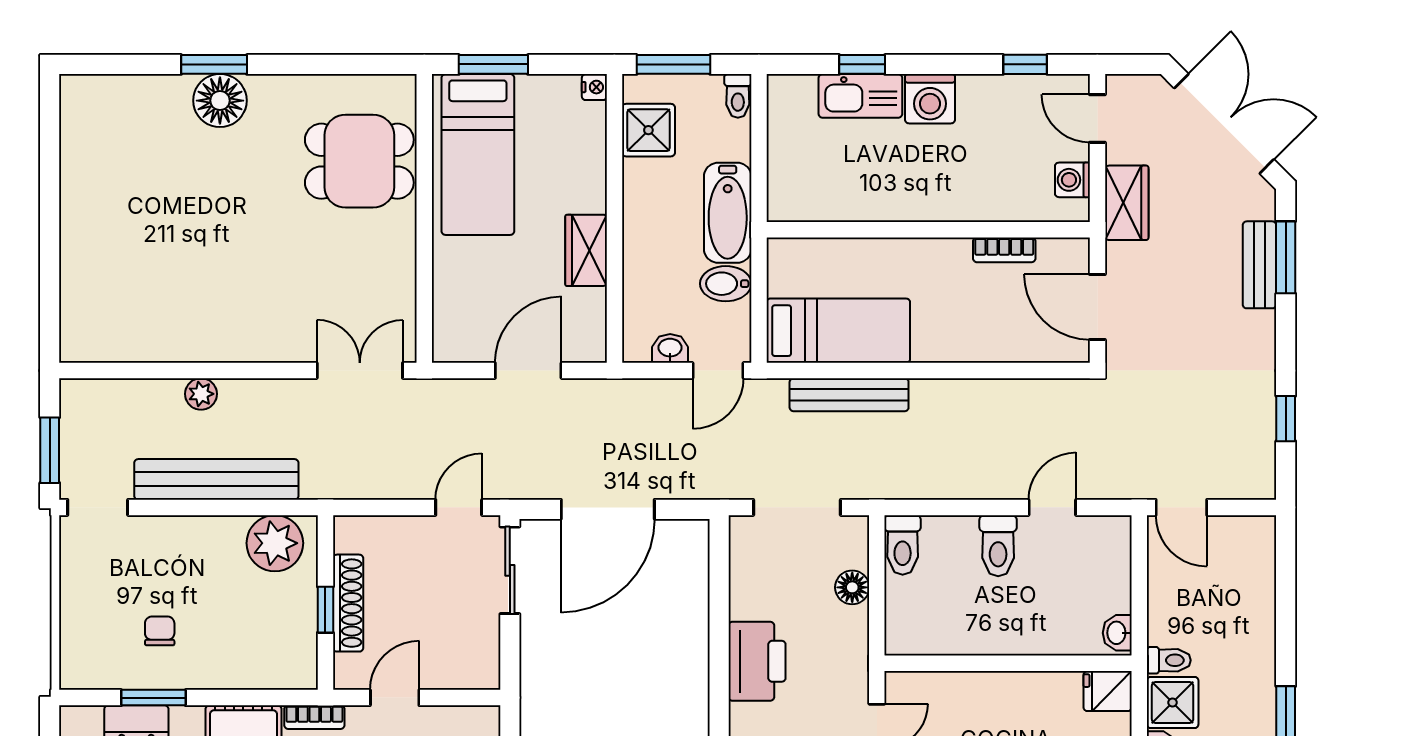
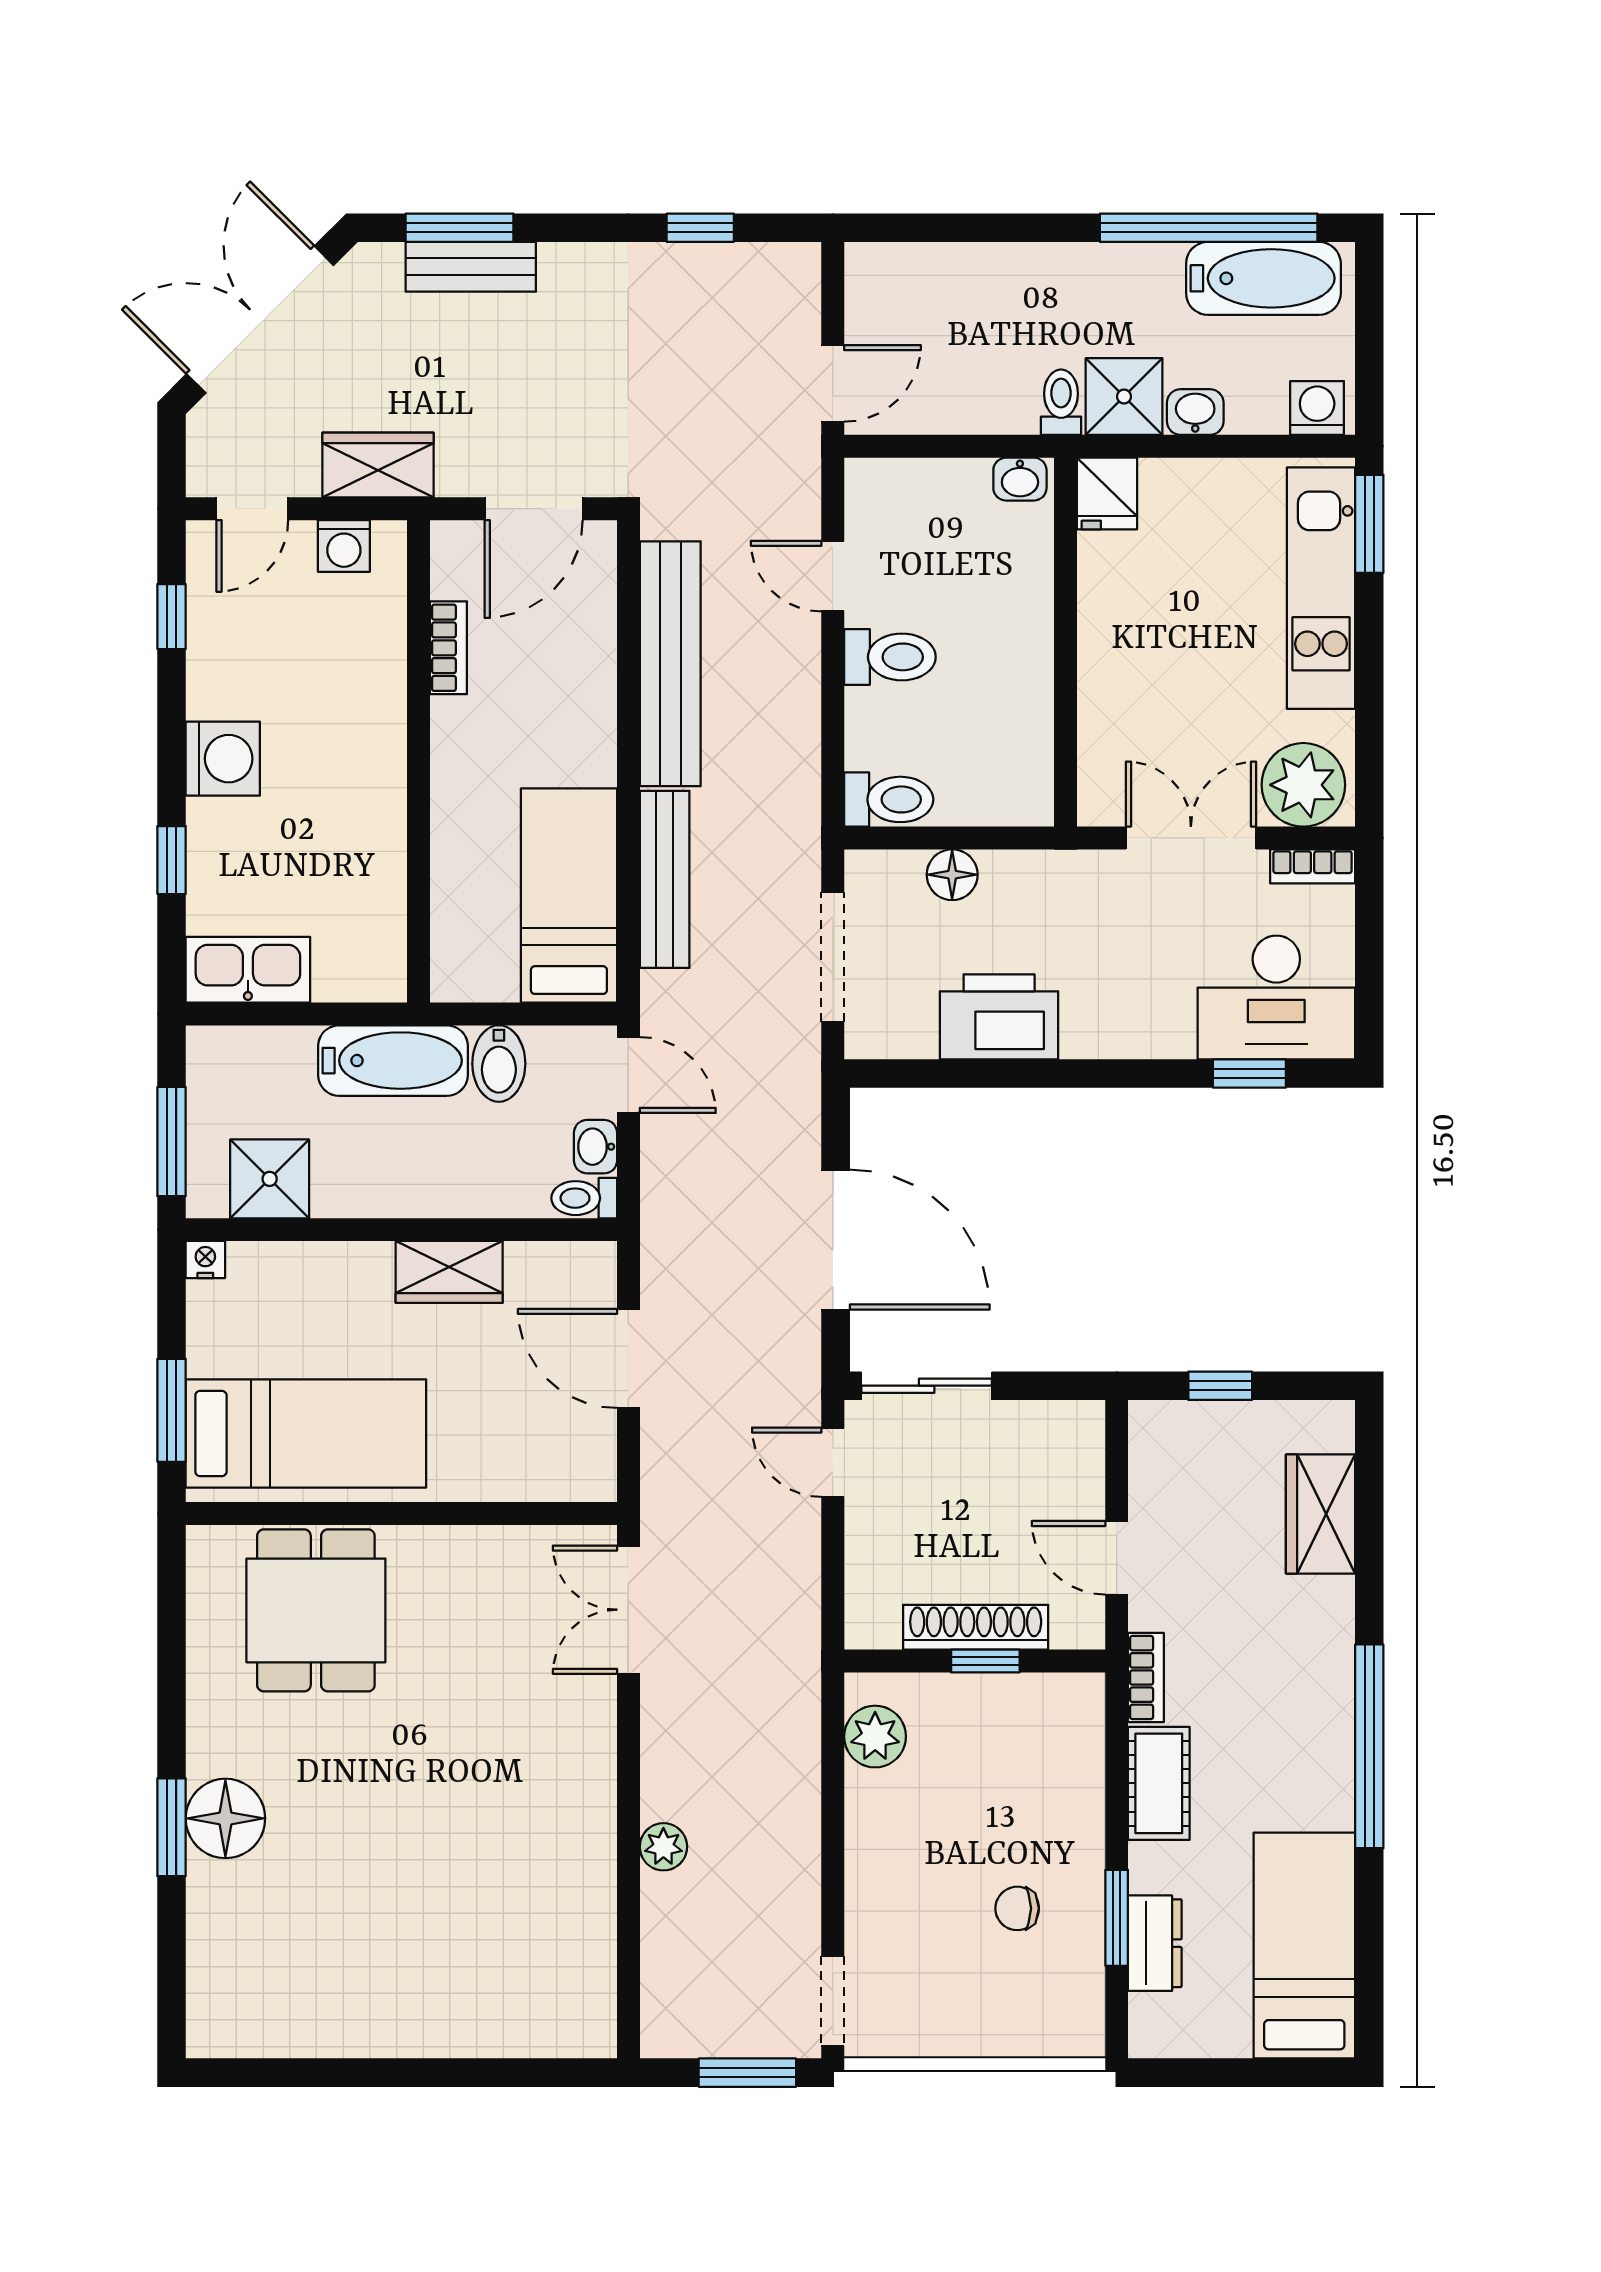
toilet: (738, 96) -> (584, 1198), moved, turned 180
kitchen sink: (860, 96) -> (248, 970), moved, turned -90
bench: (216, 479) -> (670, 664), moved
plant: (275, 543) -> (875, 1737), width x0.73, depth x0.73
printer: (757, 661) -> (999, 1017), moved

